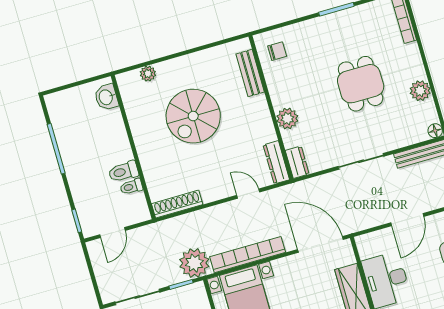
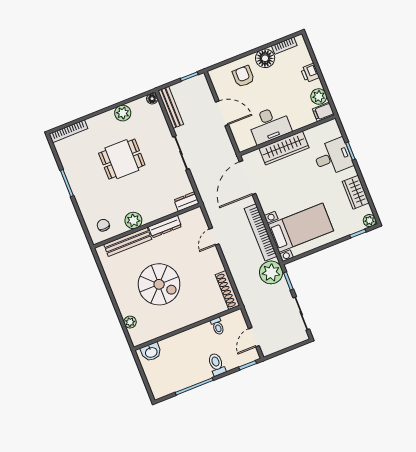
bench: (250, 73) -> (128, 242), width x1.36
plant: (287, 119) -> (133, 220), moved
dresser: (276, 162) -> (165, 227), moved
toilet: (123, 172) -> (217, 364), moved, turned 180
door: (112, 233) -> (254, 337), swing flipped

